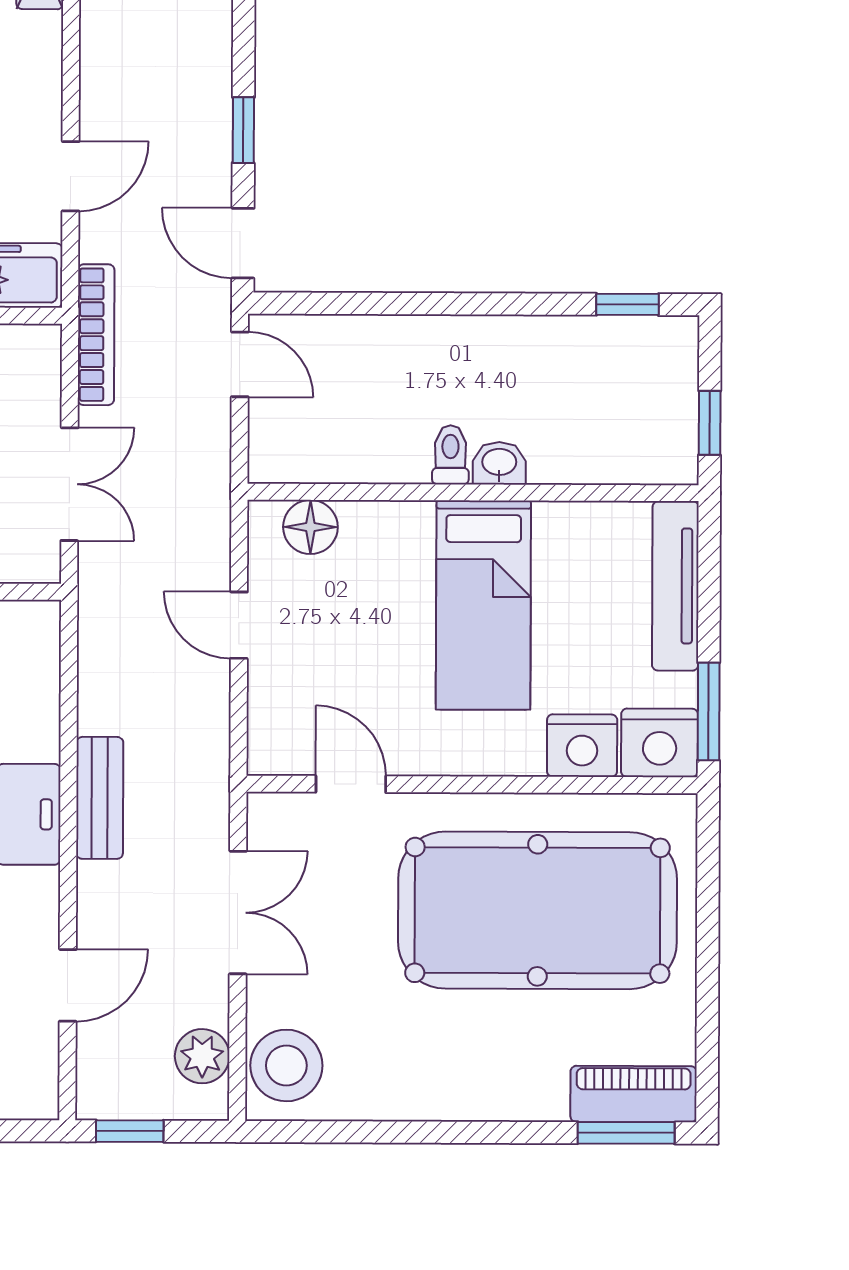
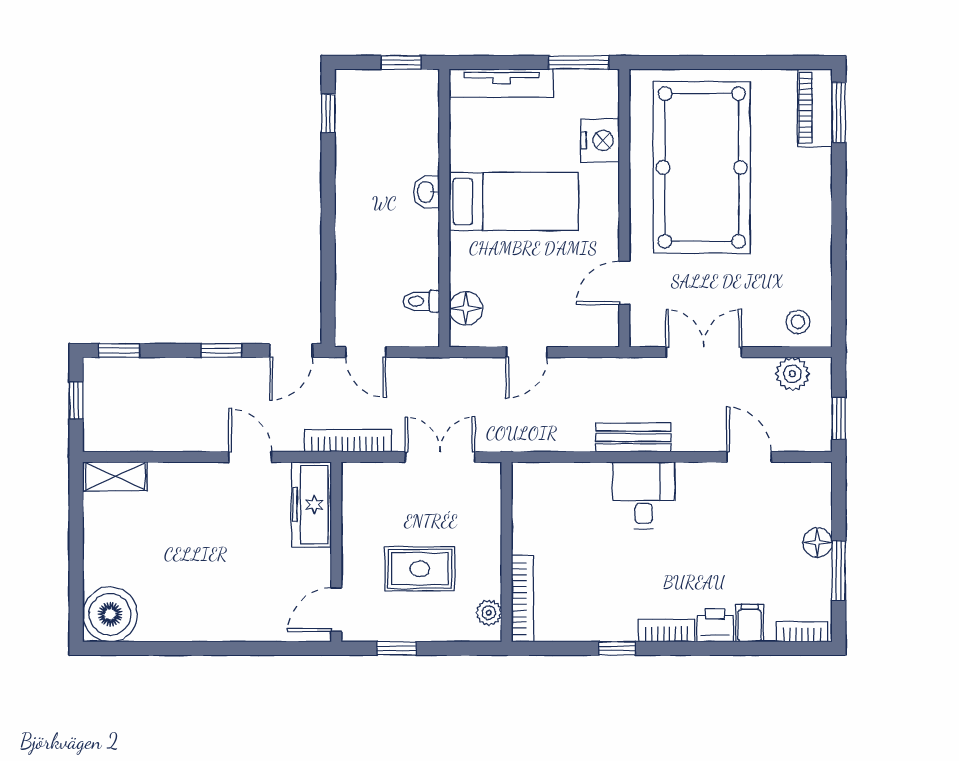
door: (240, 364) -> (366, 352), swing flipped
toilet: (450, 455) -> (421, 301), moved
nightstand: (660, 743) -> (598, 93), removed
stool: (286, 1065) -> (798, 322), width x0.53, depth x0.53

